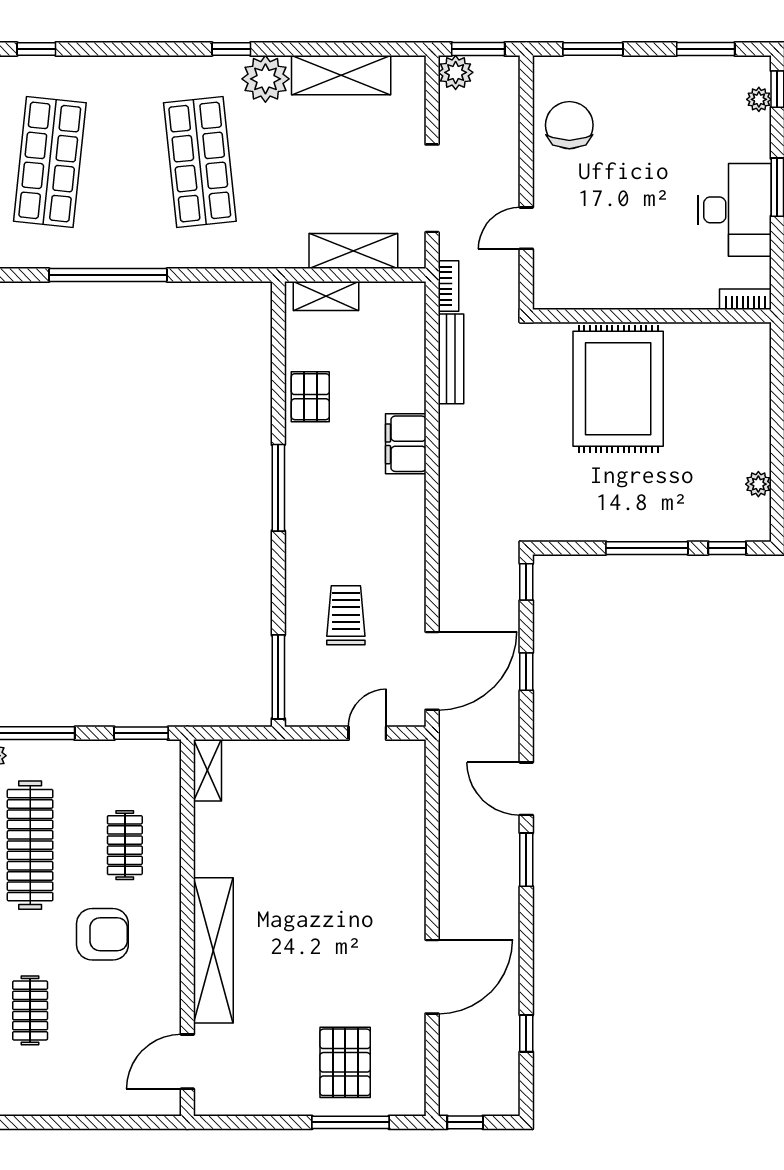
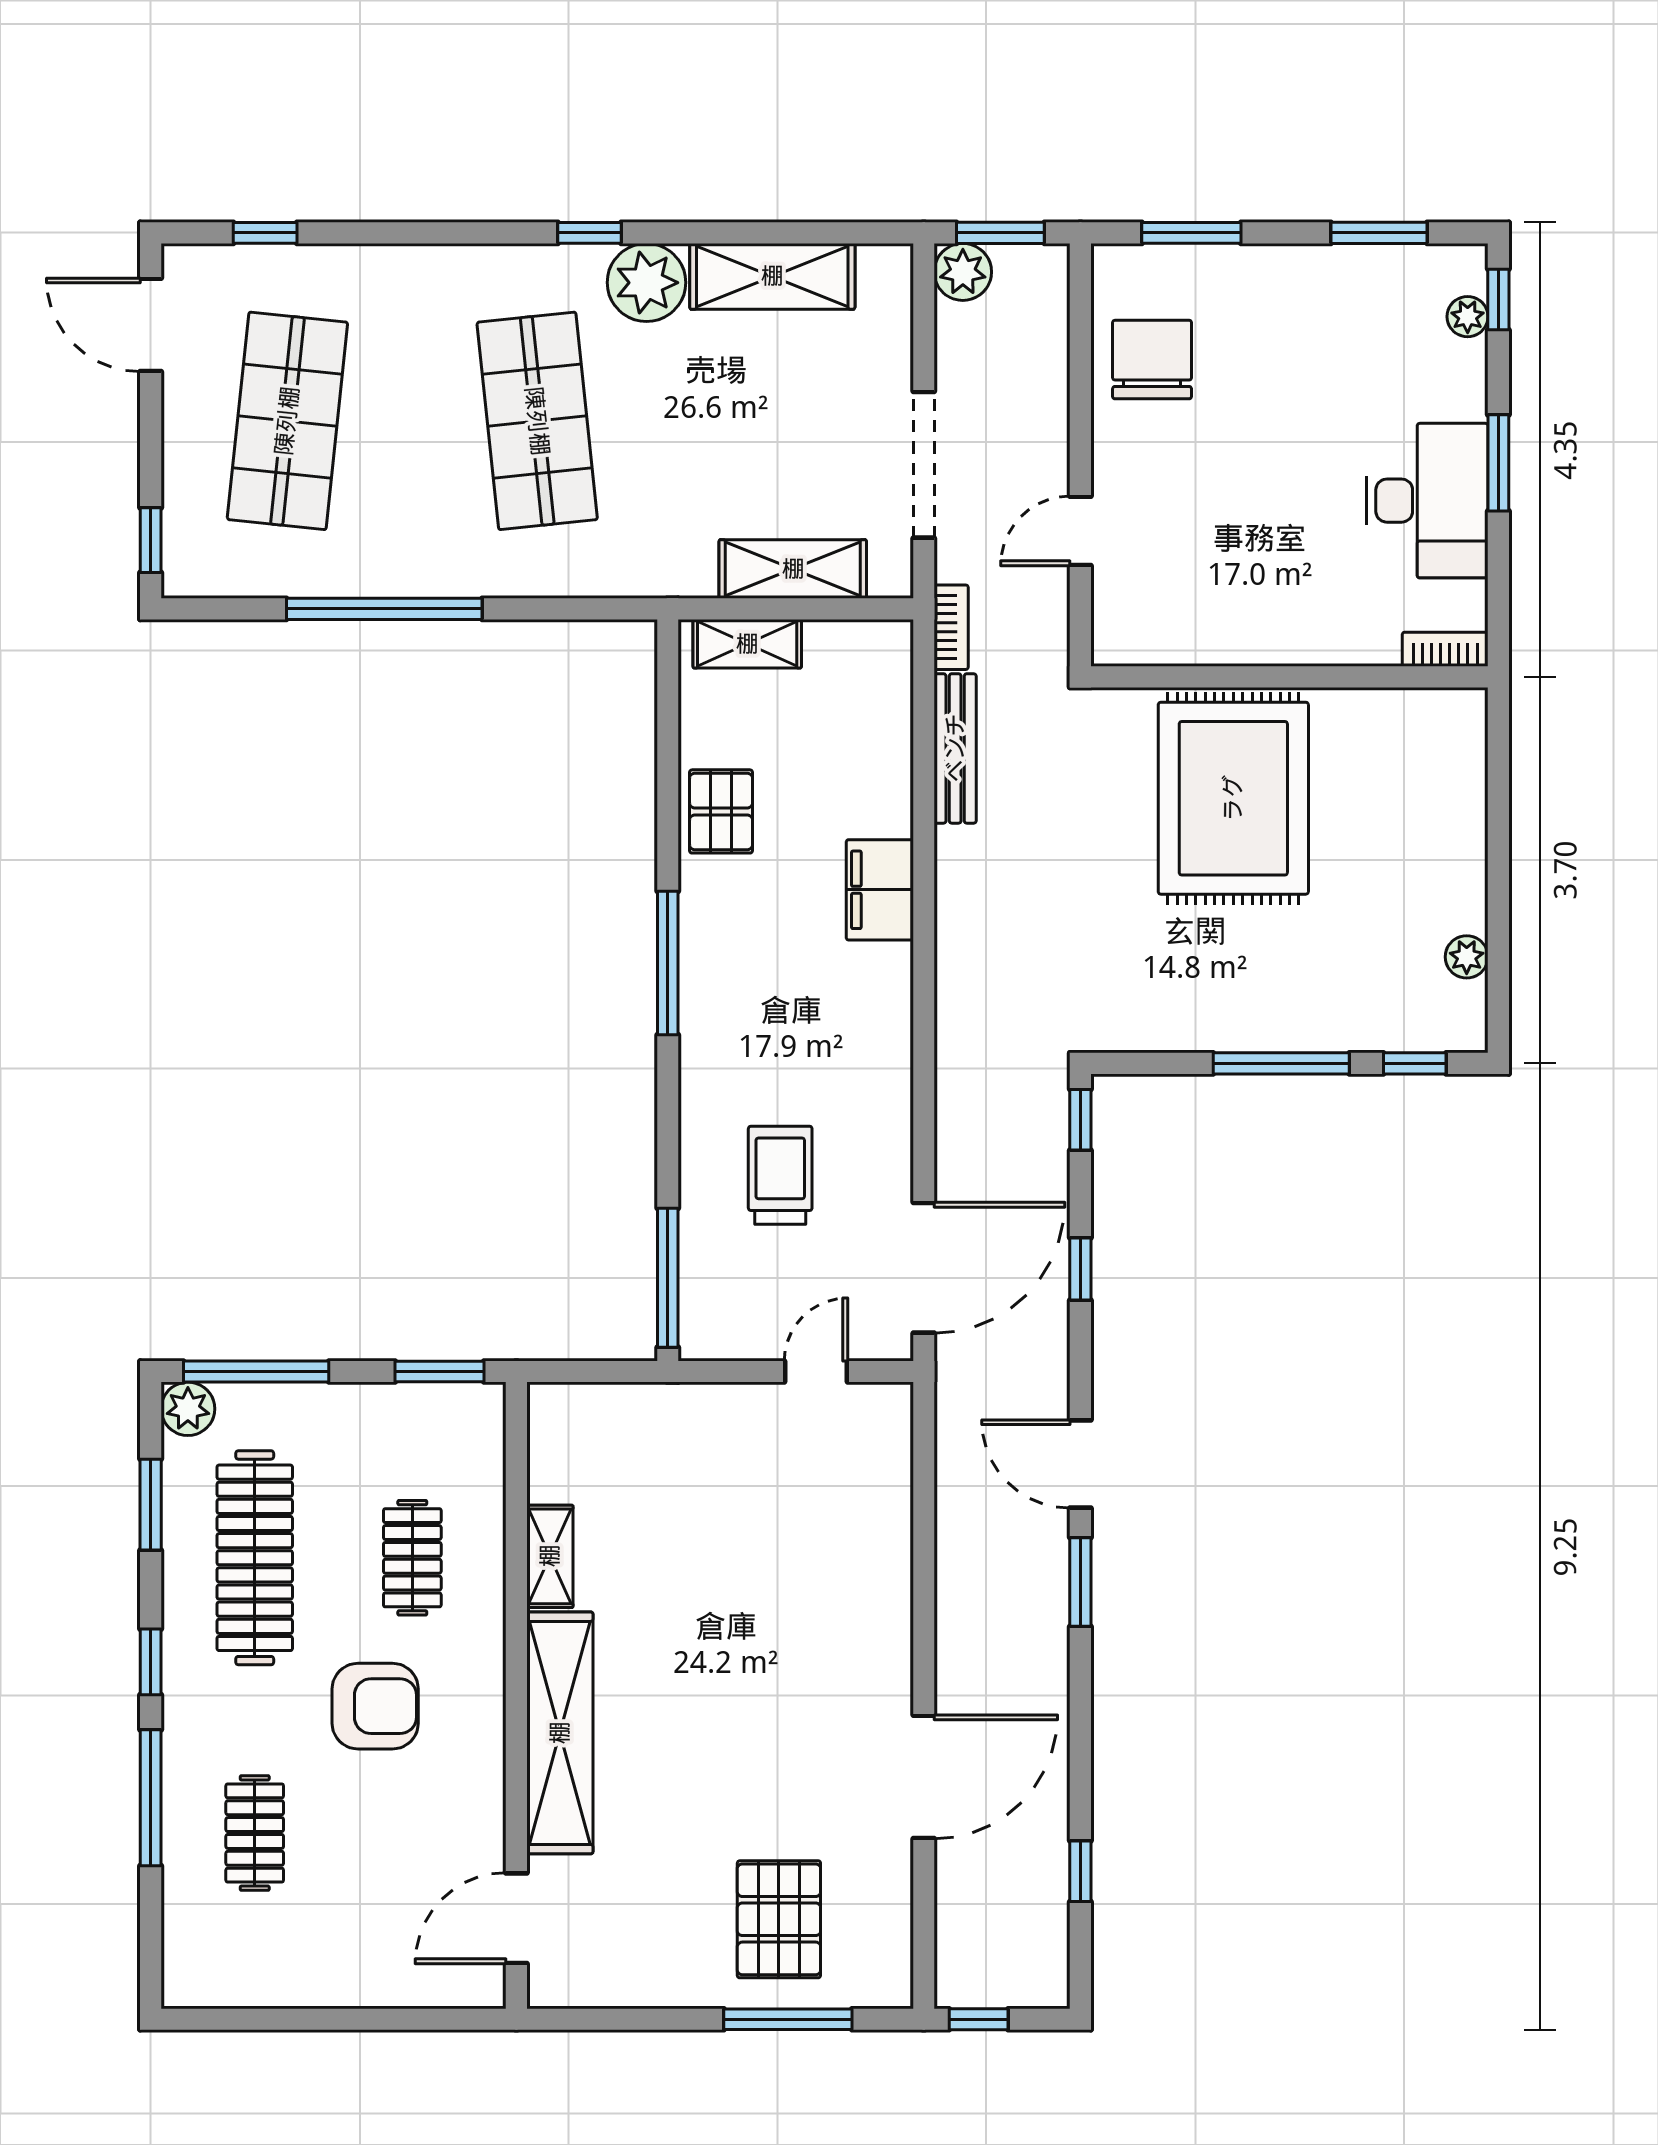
shelving: (207, 770) -> (550, 1556), moved

